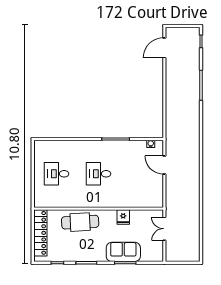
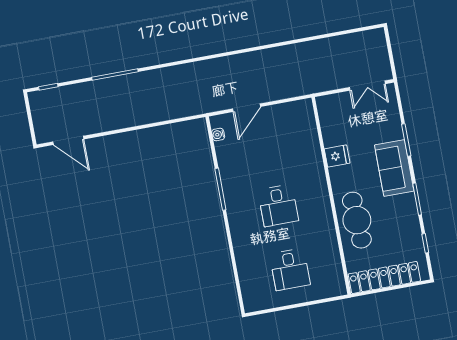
double door: (164, 229) -> (367, 86), moved
sofa: (123, 252) -> (394, 168), moved

